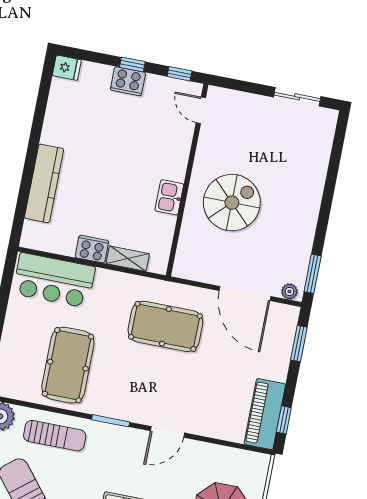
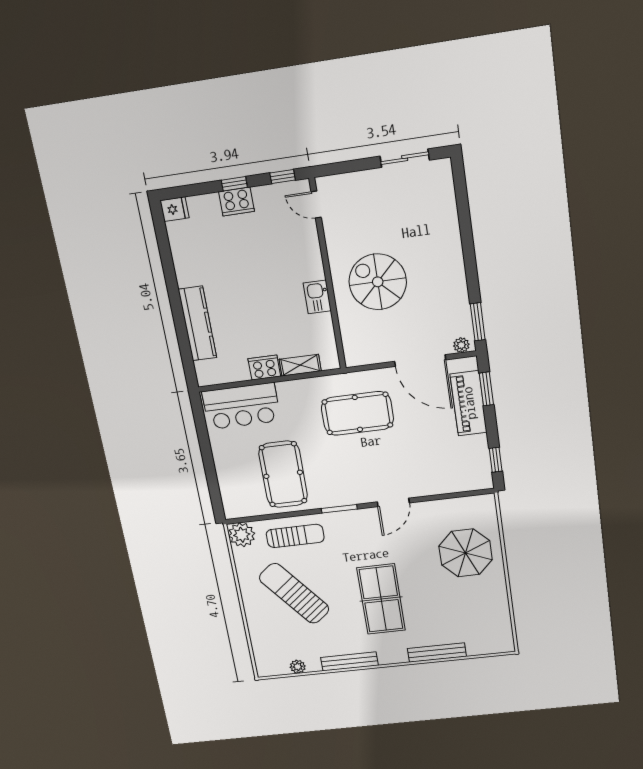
spiral stairs: (232, 203) -> (378, 282), turned -90
piano: (265, 414) -> (469, 403), moved

